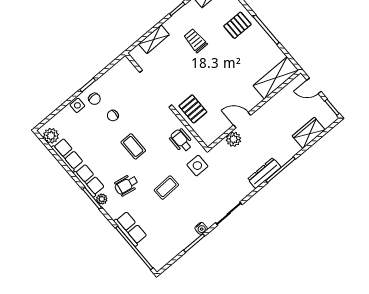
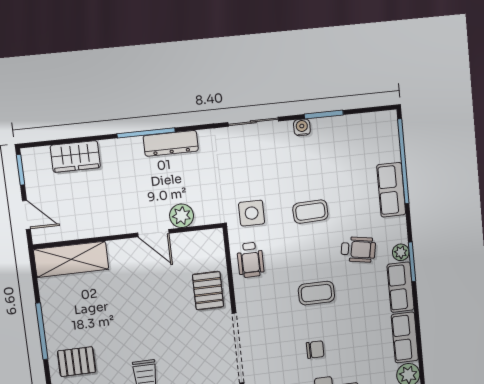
coffee table: (133, 146) -> (316, 293), turned 90

